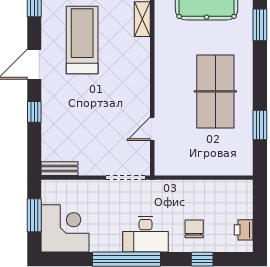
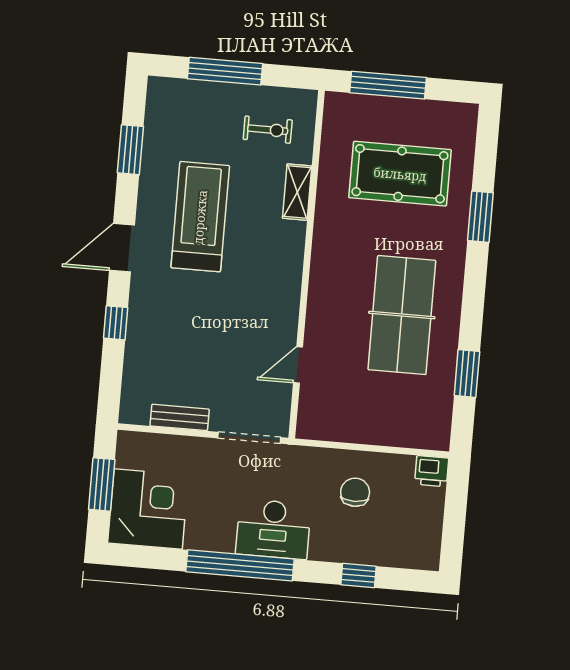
bench: (60, 169) -> (180, 417), moved
chair: (194, 229) -> (355, 492), moved
printer: (244, 230) -> (432, 471), moved, turned -90

